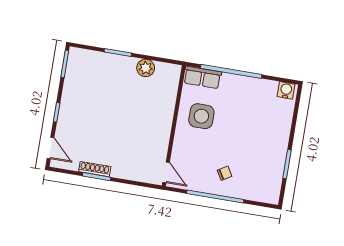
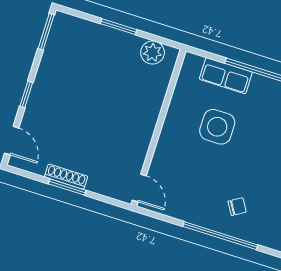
wall: (174, 126) -> (158, 128), moved
door: (166, 172) -> (139, 188), moved

